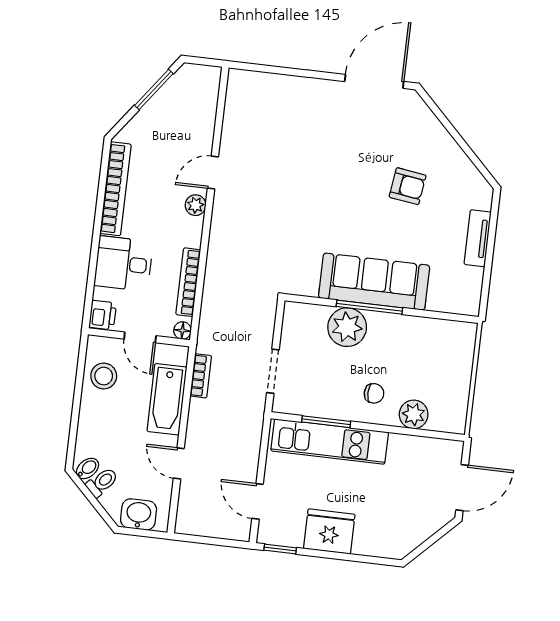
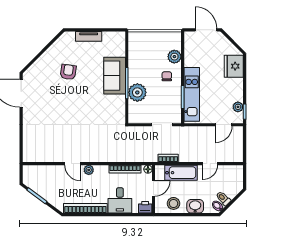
sofa: (374, 282) -> (115, 76), width x0.73
washbasin: (139, 514) -> (195, 206), moved, turned 90
fridge: (329, 531) -> (234, 66), moved
plant: (292, 536) -> (238, 107), added

